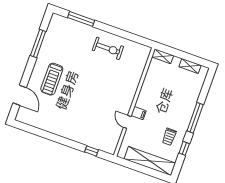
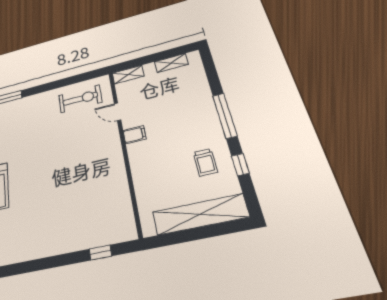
exercise bike: (108, 48) -> (80, 99), moved
filing cabinet: (139, 113) -> (134, 135), moved
door: (127, 122) -> (118, 112), moved

